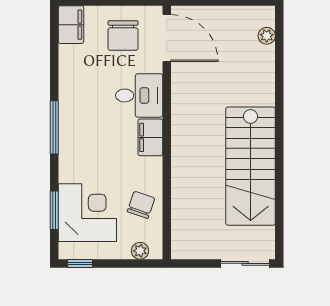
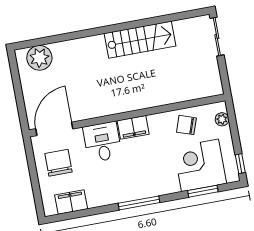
filing cabinet: (71, 25) -> (71, 202), moved
chair: (123, 35) -> (58, 163), turned -90
plant: (267, 36) -> (39, 58), width x1.88, depth x1.88
stairs: (251, 166) -> (140, 40), width x0.73, depth x0.66

